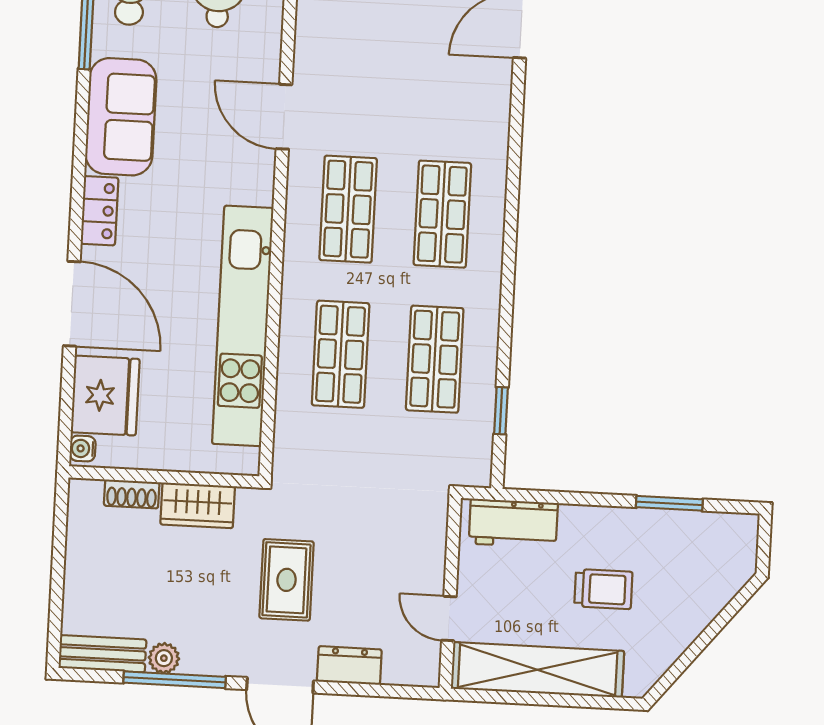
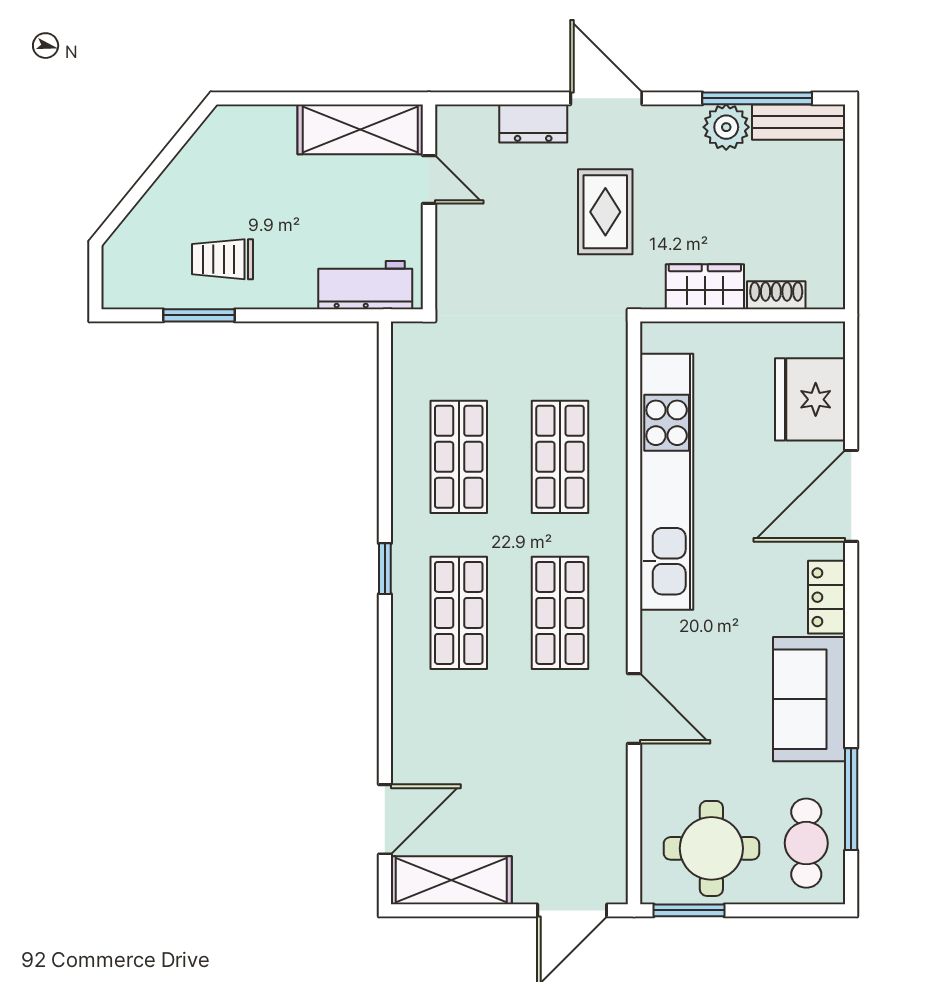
door: (72, 304) -> (851, 496), hinge flipped
window: (501, 411) -> (385, 569), moved
water cooler: (83, 449) -> (831, 341), removed
trolley: (603, 589) -> (223, 259), moved
plant: (164, 658) -> (726, 127), width x1.38, depth x1.38
shelving: (538, 670) -> (360, 129), width x0.68
window: (175, 680) -> (757, 98), moved

